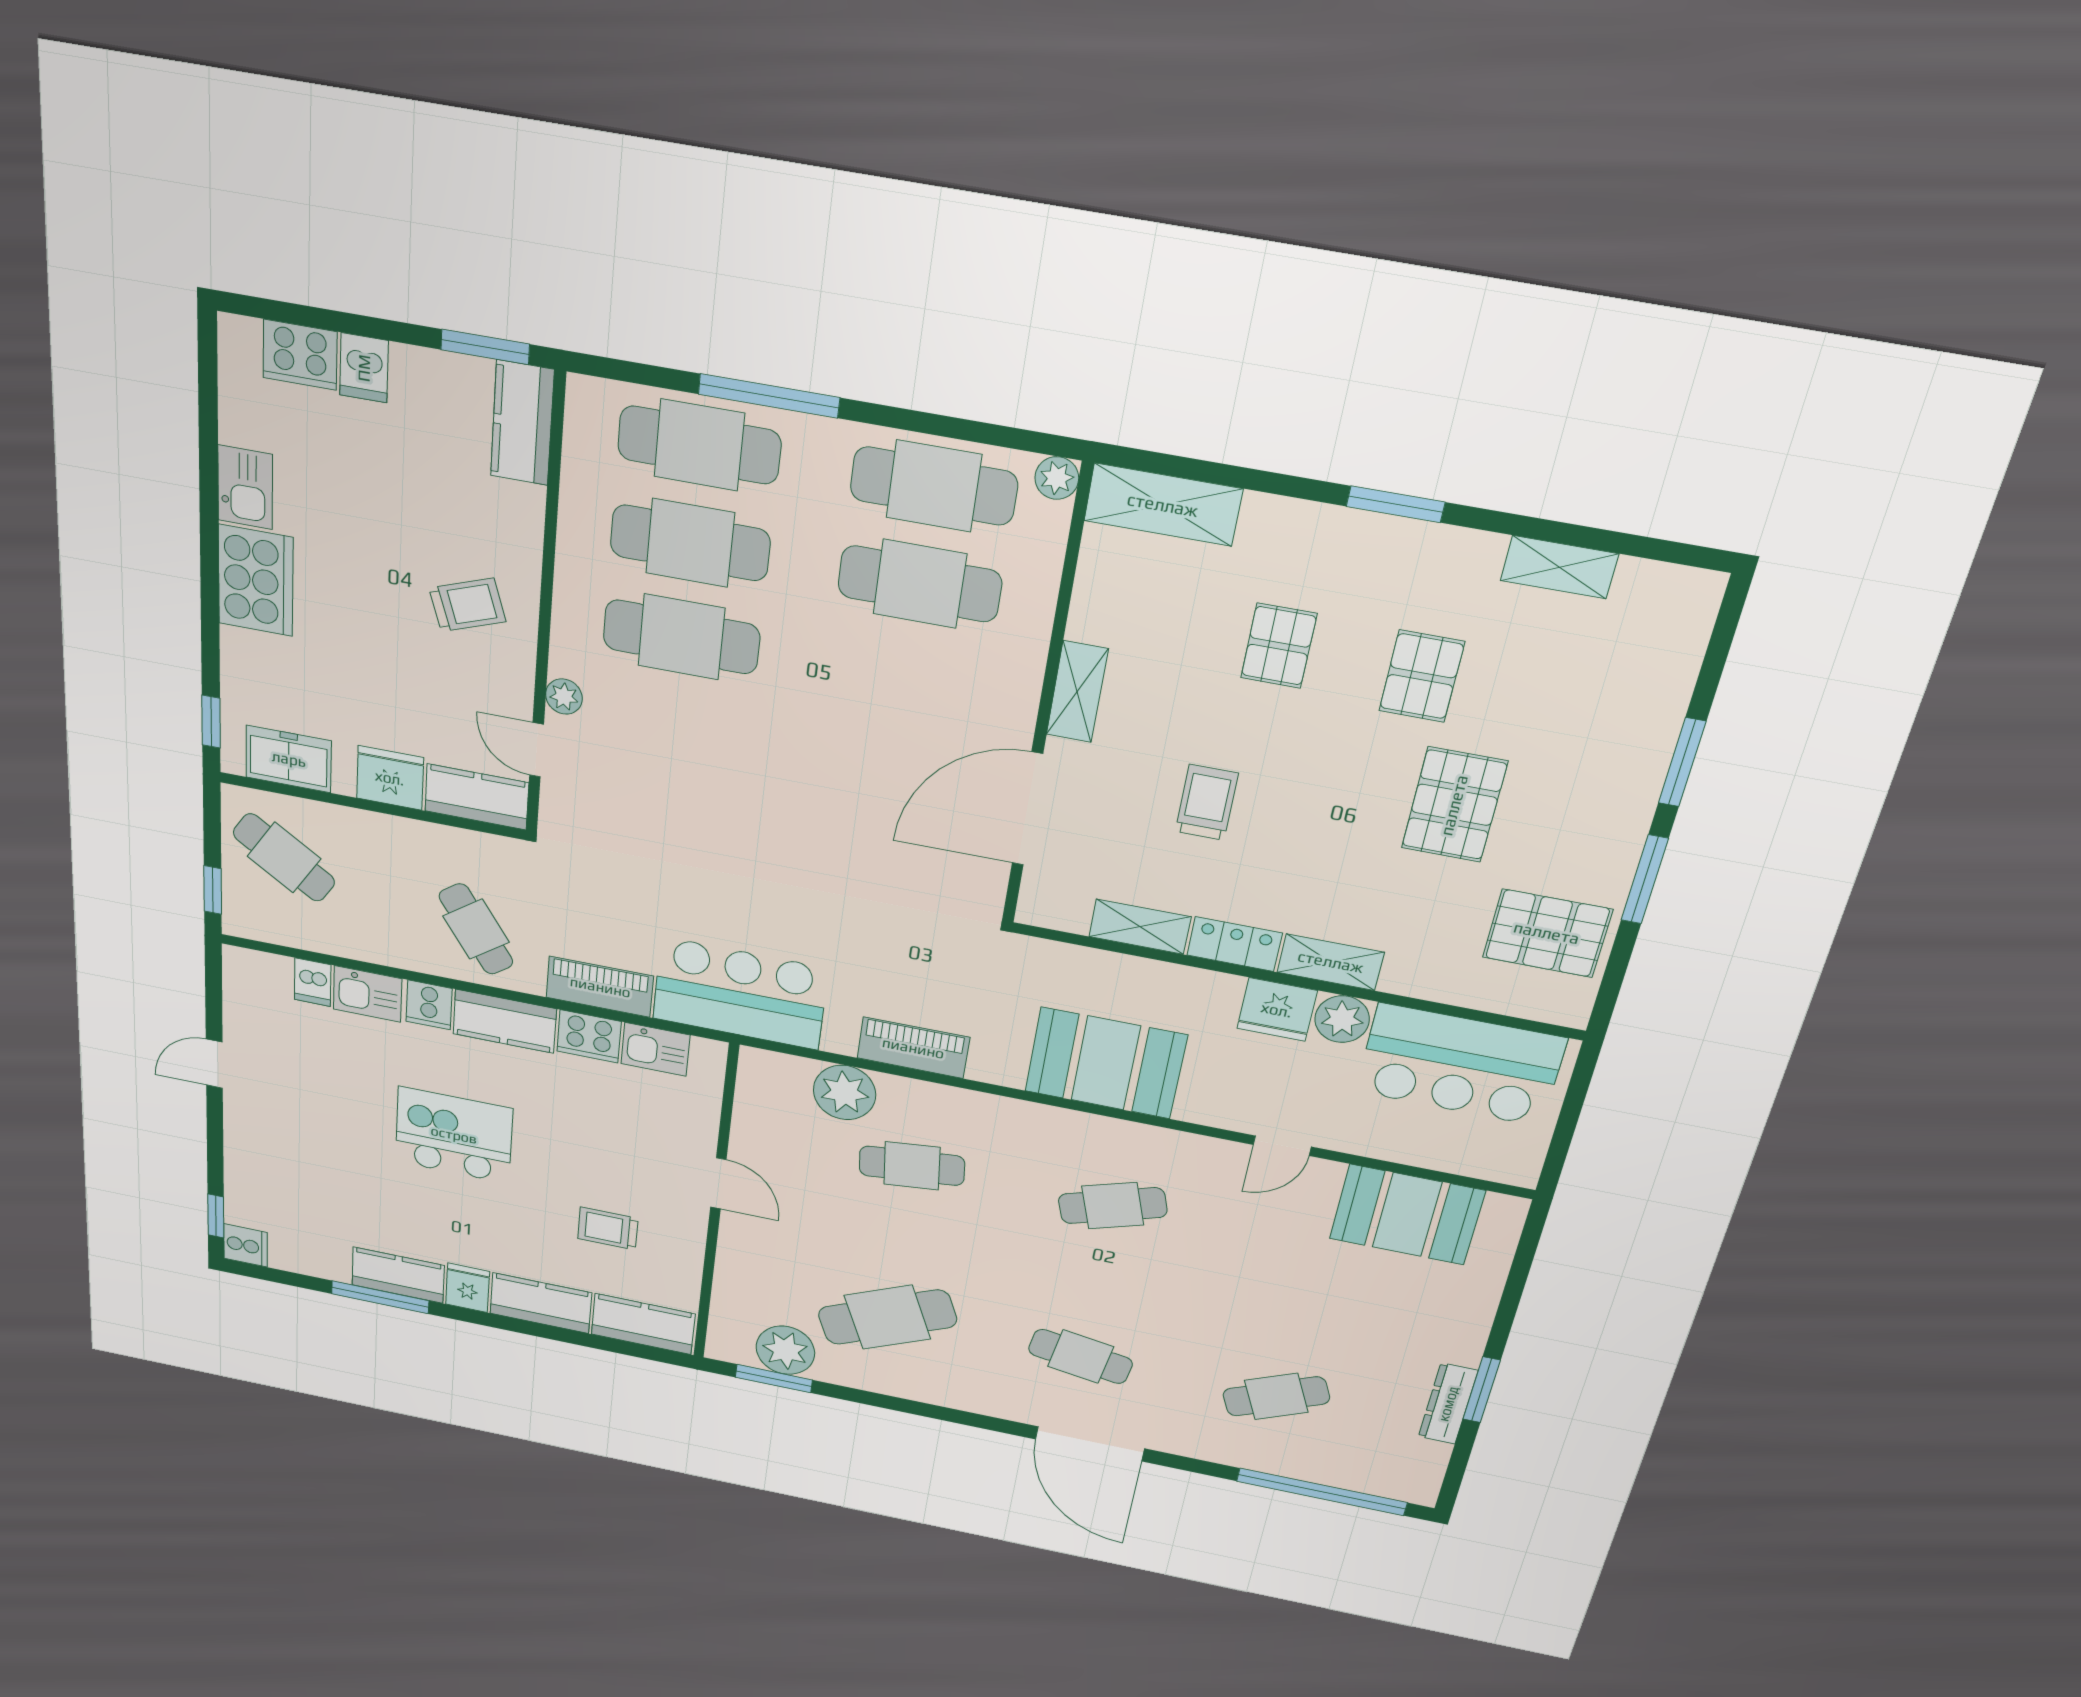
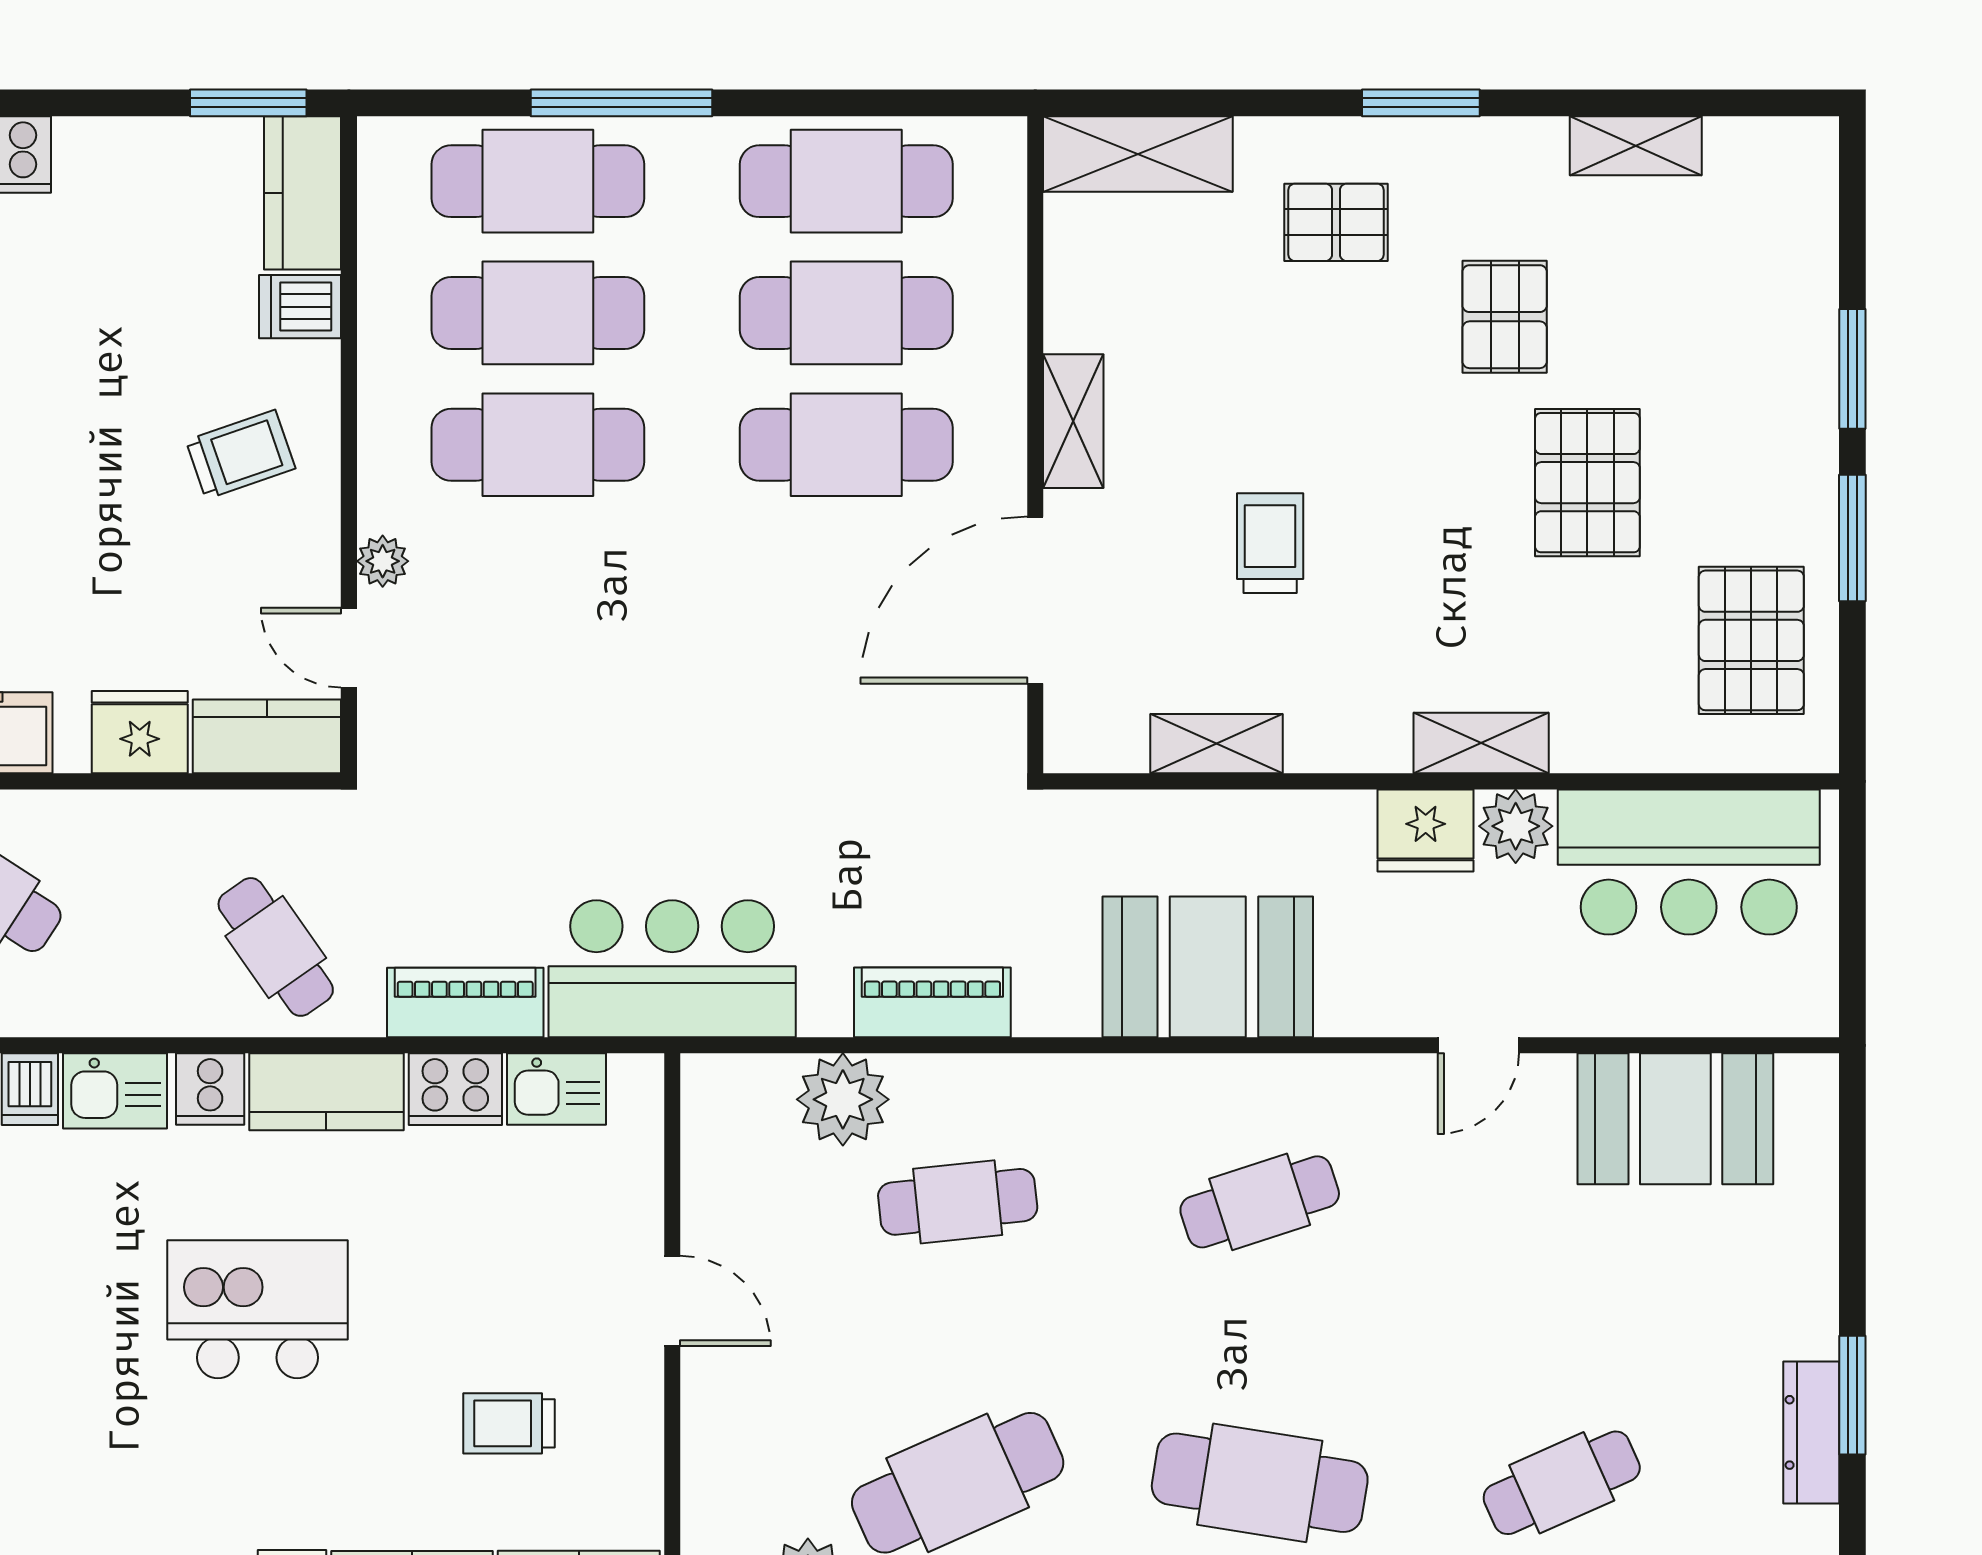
dishwasher: (364, 368) -> (300, 307), moved, turned 90
plant: (1057, 478) -> (1000, 144), removed
pallet: (1279, 646) -> (1336, 222), moved, turned 90
cafe table: (906, 678) -> (846, 445), added
pallet: (1547, 933) -> (1751, 640), turned 90
locker: (1235, 944) -> (1348, 743), removed
cafe table: (1080, 1356) -> (1260, 1483), width x1.37, depth x1.35

